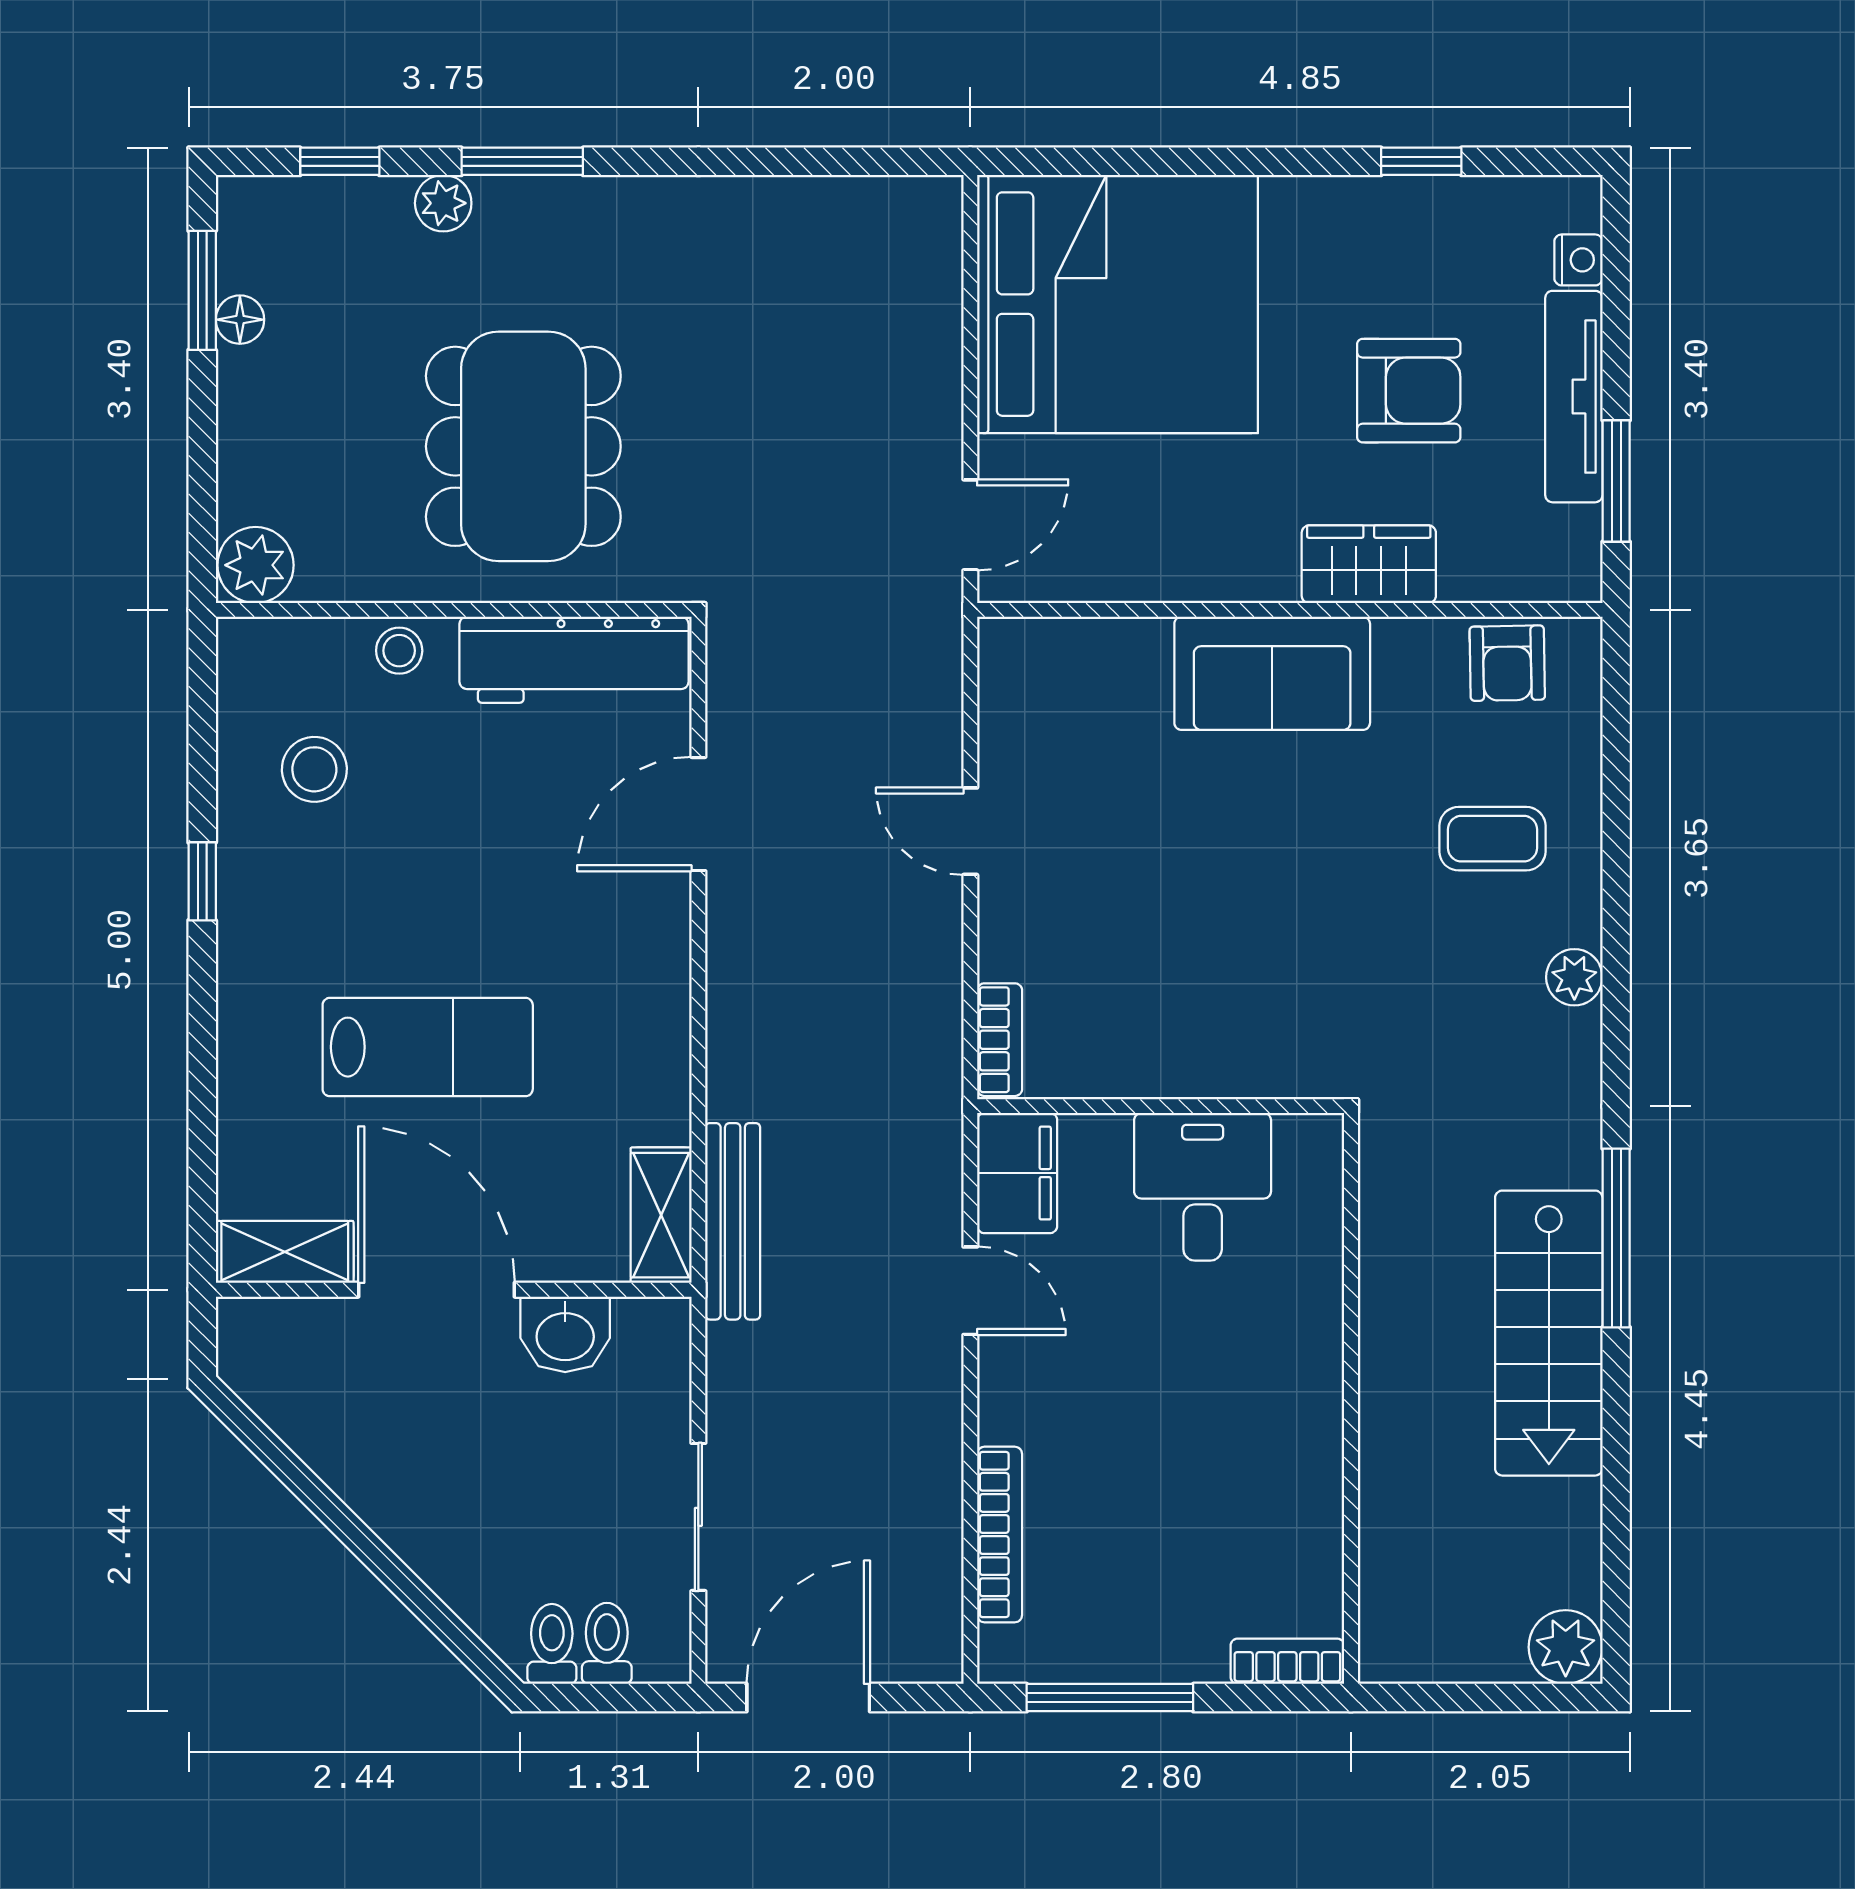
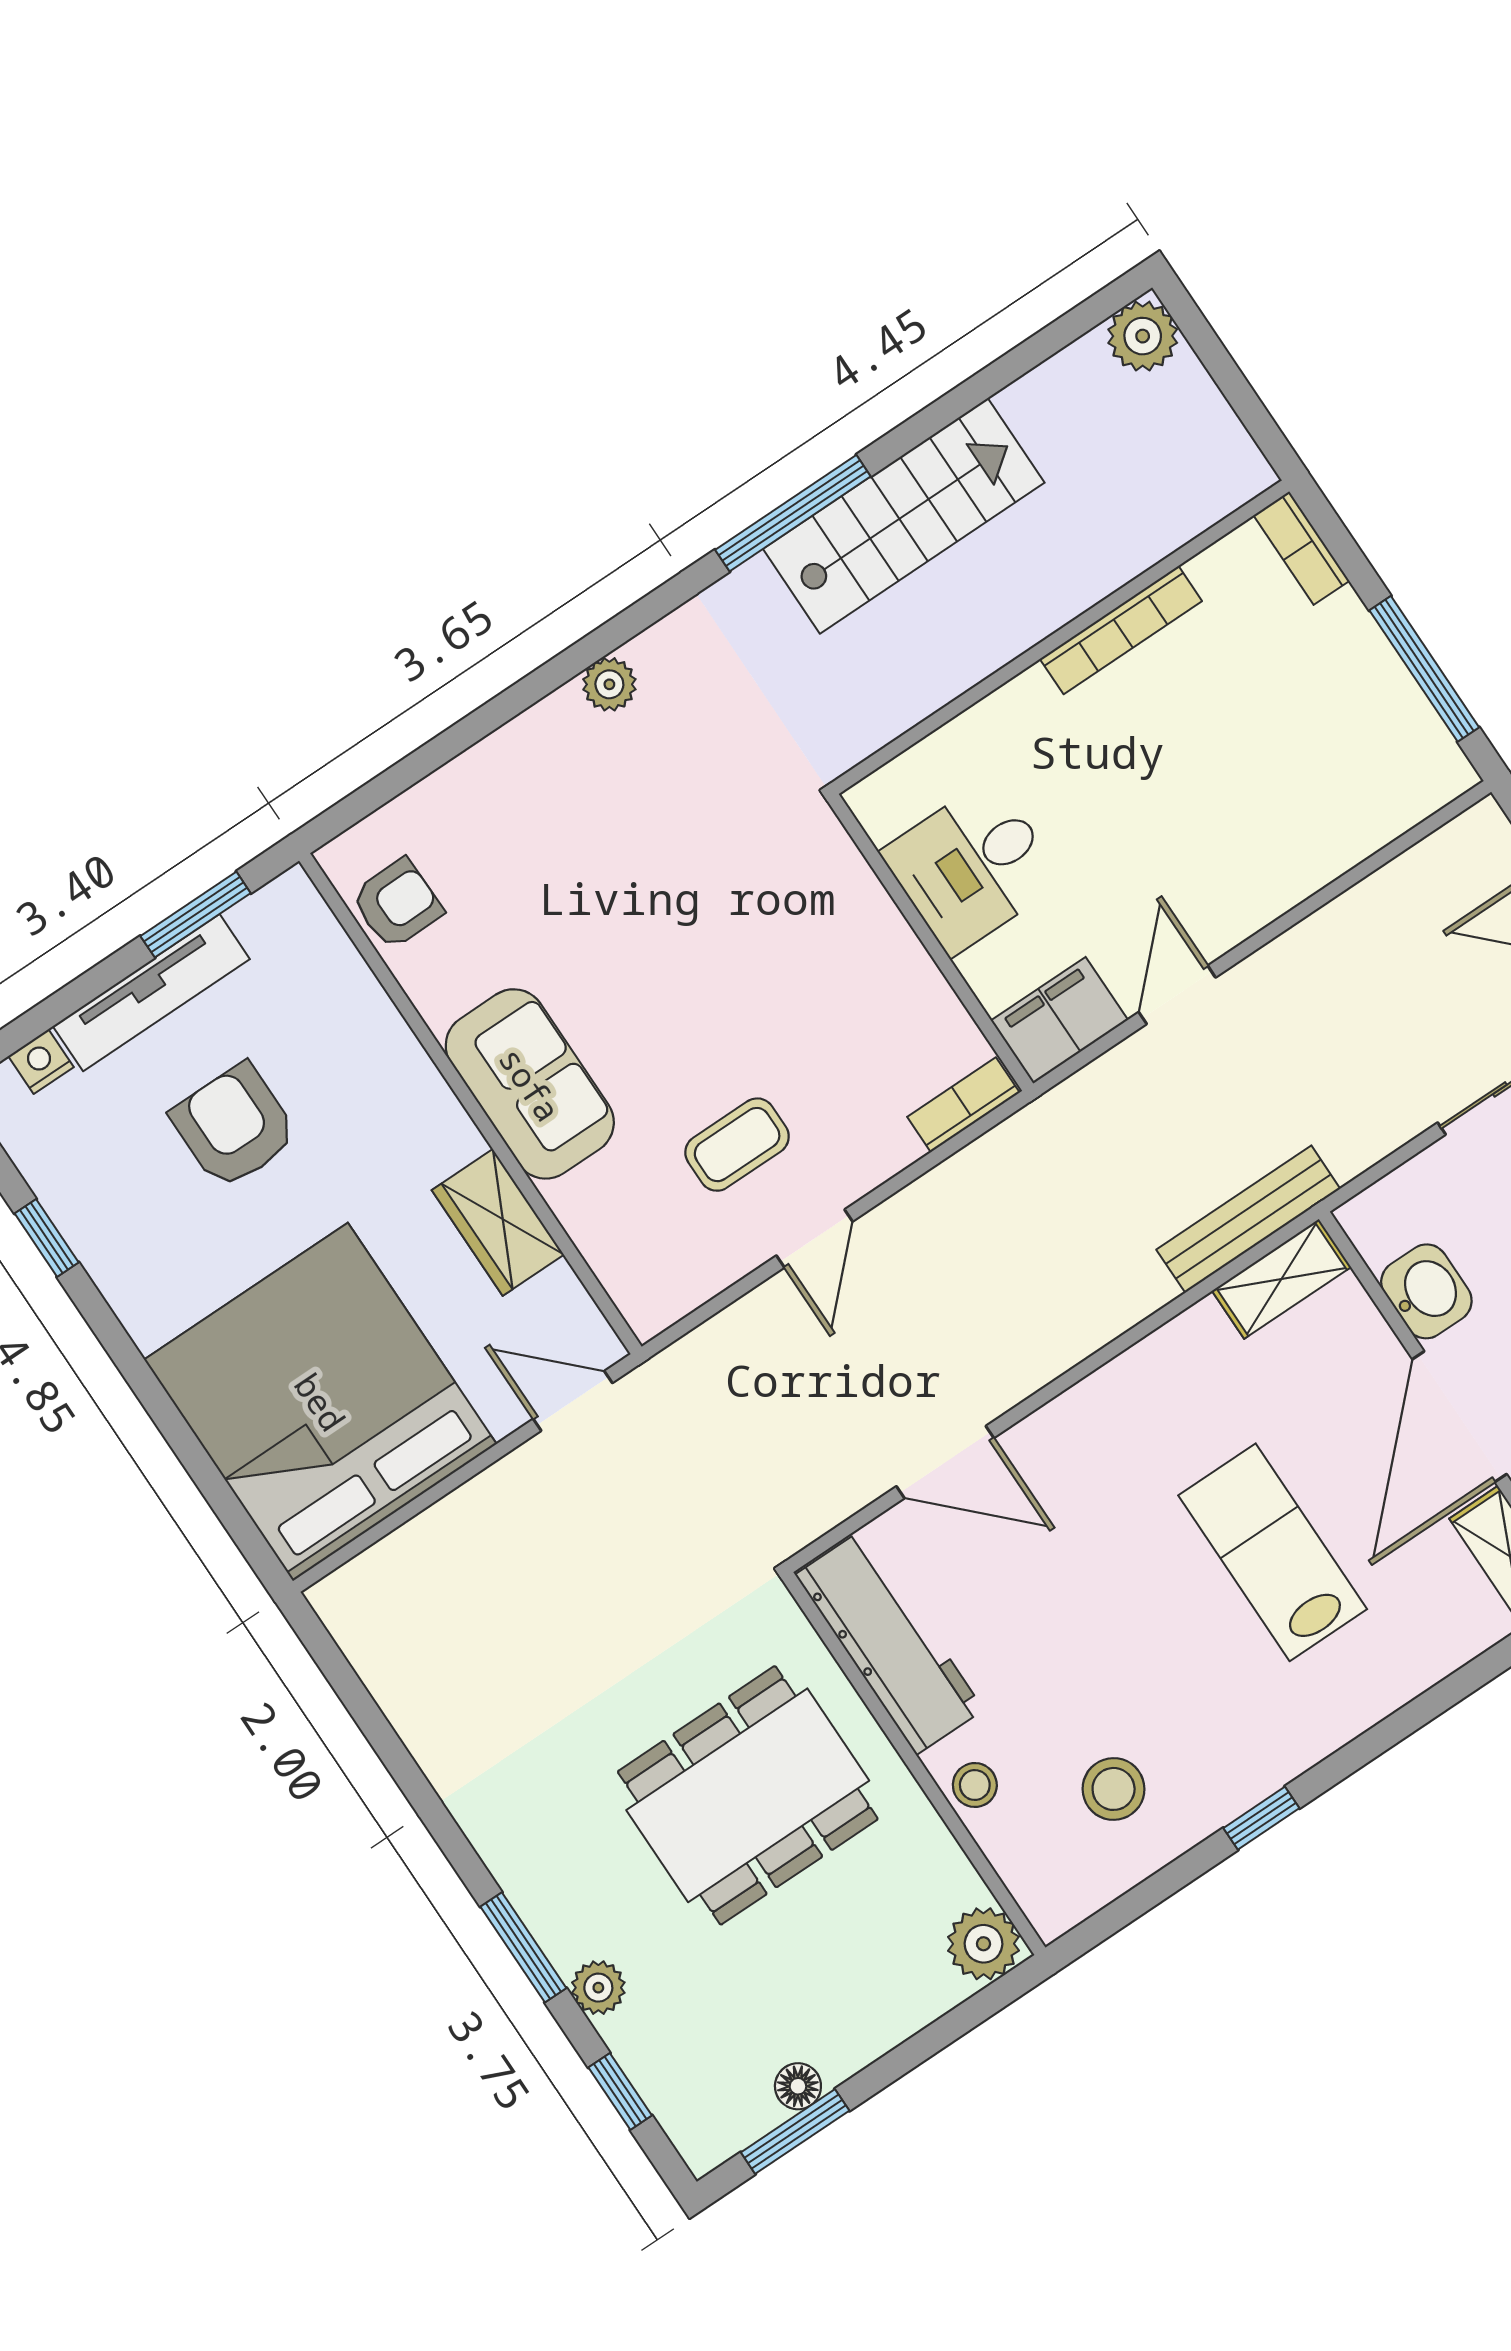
wardrobe: (1369, 564) -> (498, 1222), moved
coffee table: (1492, 839) -> (737, 1145), moved, turned 90
bookcase: (1000, 1535) -> (1121, 630), moved, turned 180

